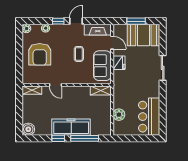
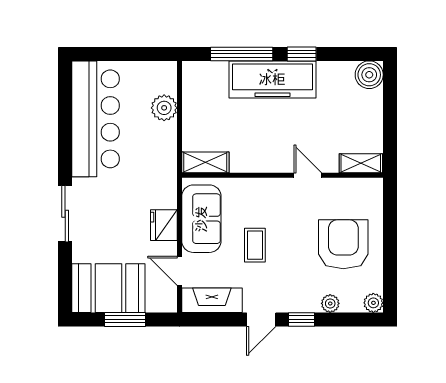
bar counter: (149, 117) -> (96, 119), width x1.36

